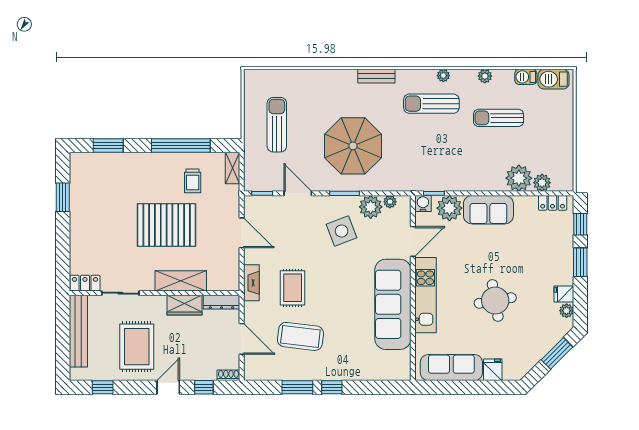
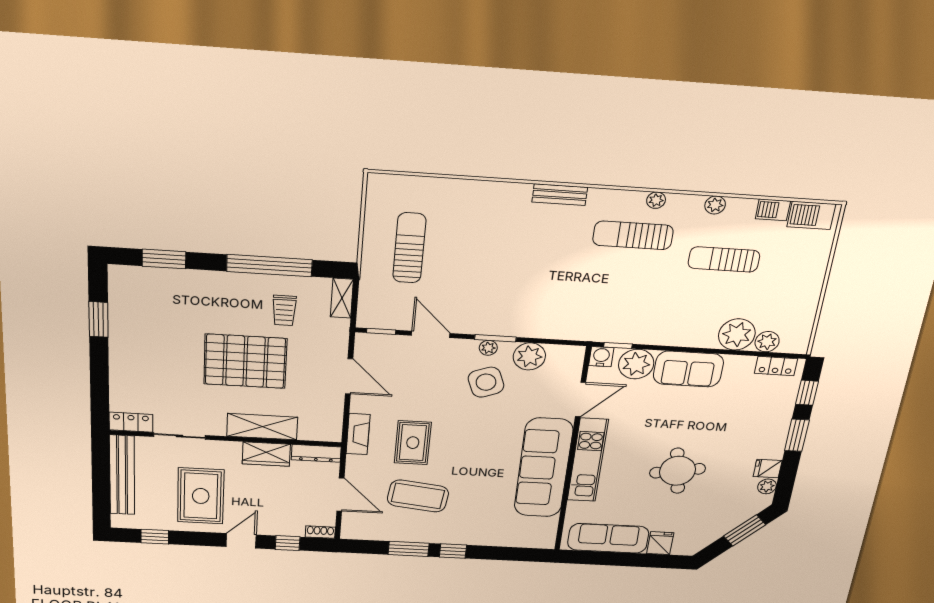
parasol: (353, 146) -> (515, 281), removed
plant: (390, 202) -> (488, 348), moved

